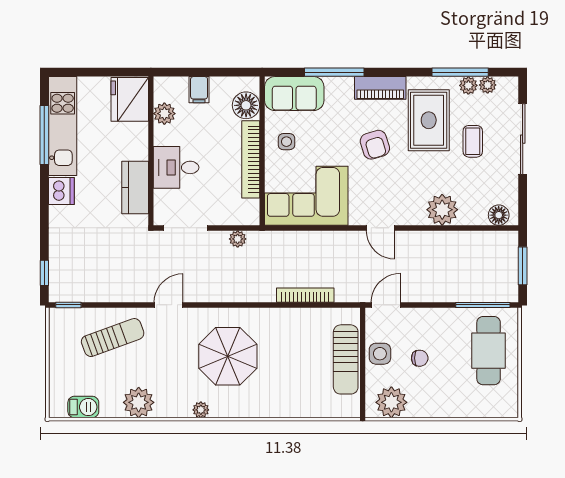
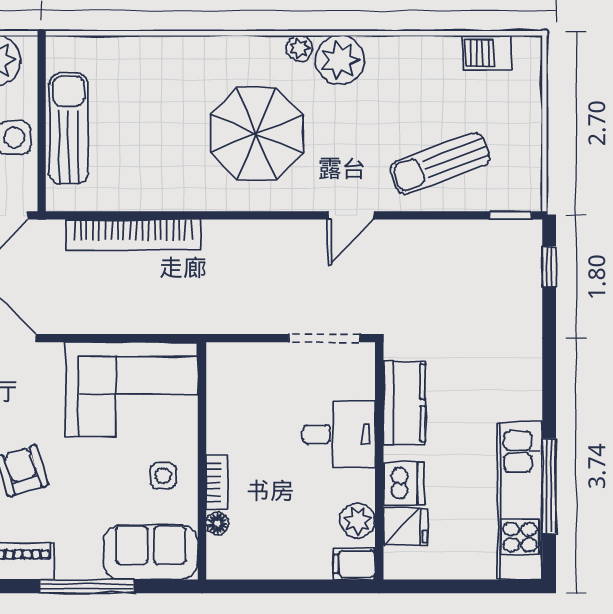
filing cabinet: (199, 90) -> (354, 564), moved, turned -90
fridge: (130, 99) -> (406, 527), width x0.53, depth x0.75
floor lamp: (246, 105) -> (217, 524), width x0.53, depth x0.53
bookcase: (251, 159) -> (217, 483), width x0.43, depth x0.76
dishwasher: (61, 191) -> (404, 484), moved, turned 180
plant: (238, 239) -> (241, 321), removed
bookcase: (305, 295) -> (133, 235), width x1.48, depth x1.31
plant: (139, 402) -> (340, 60), moved

